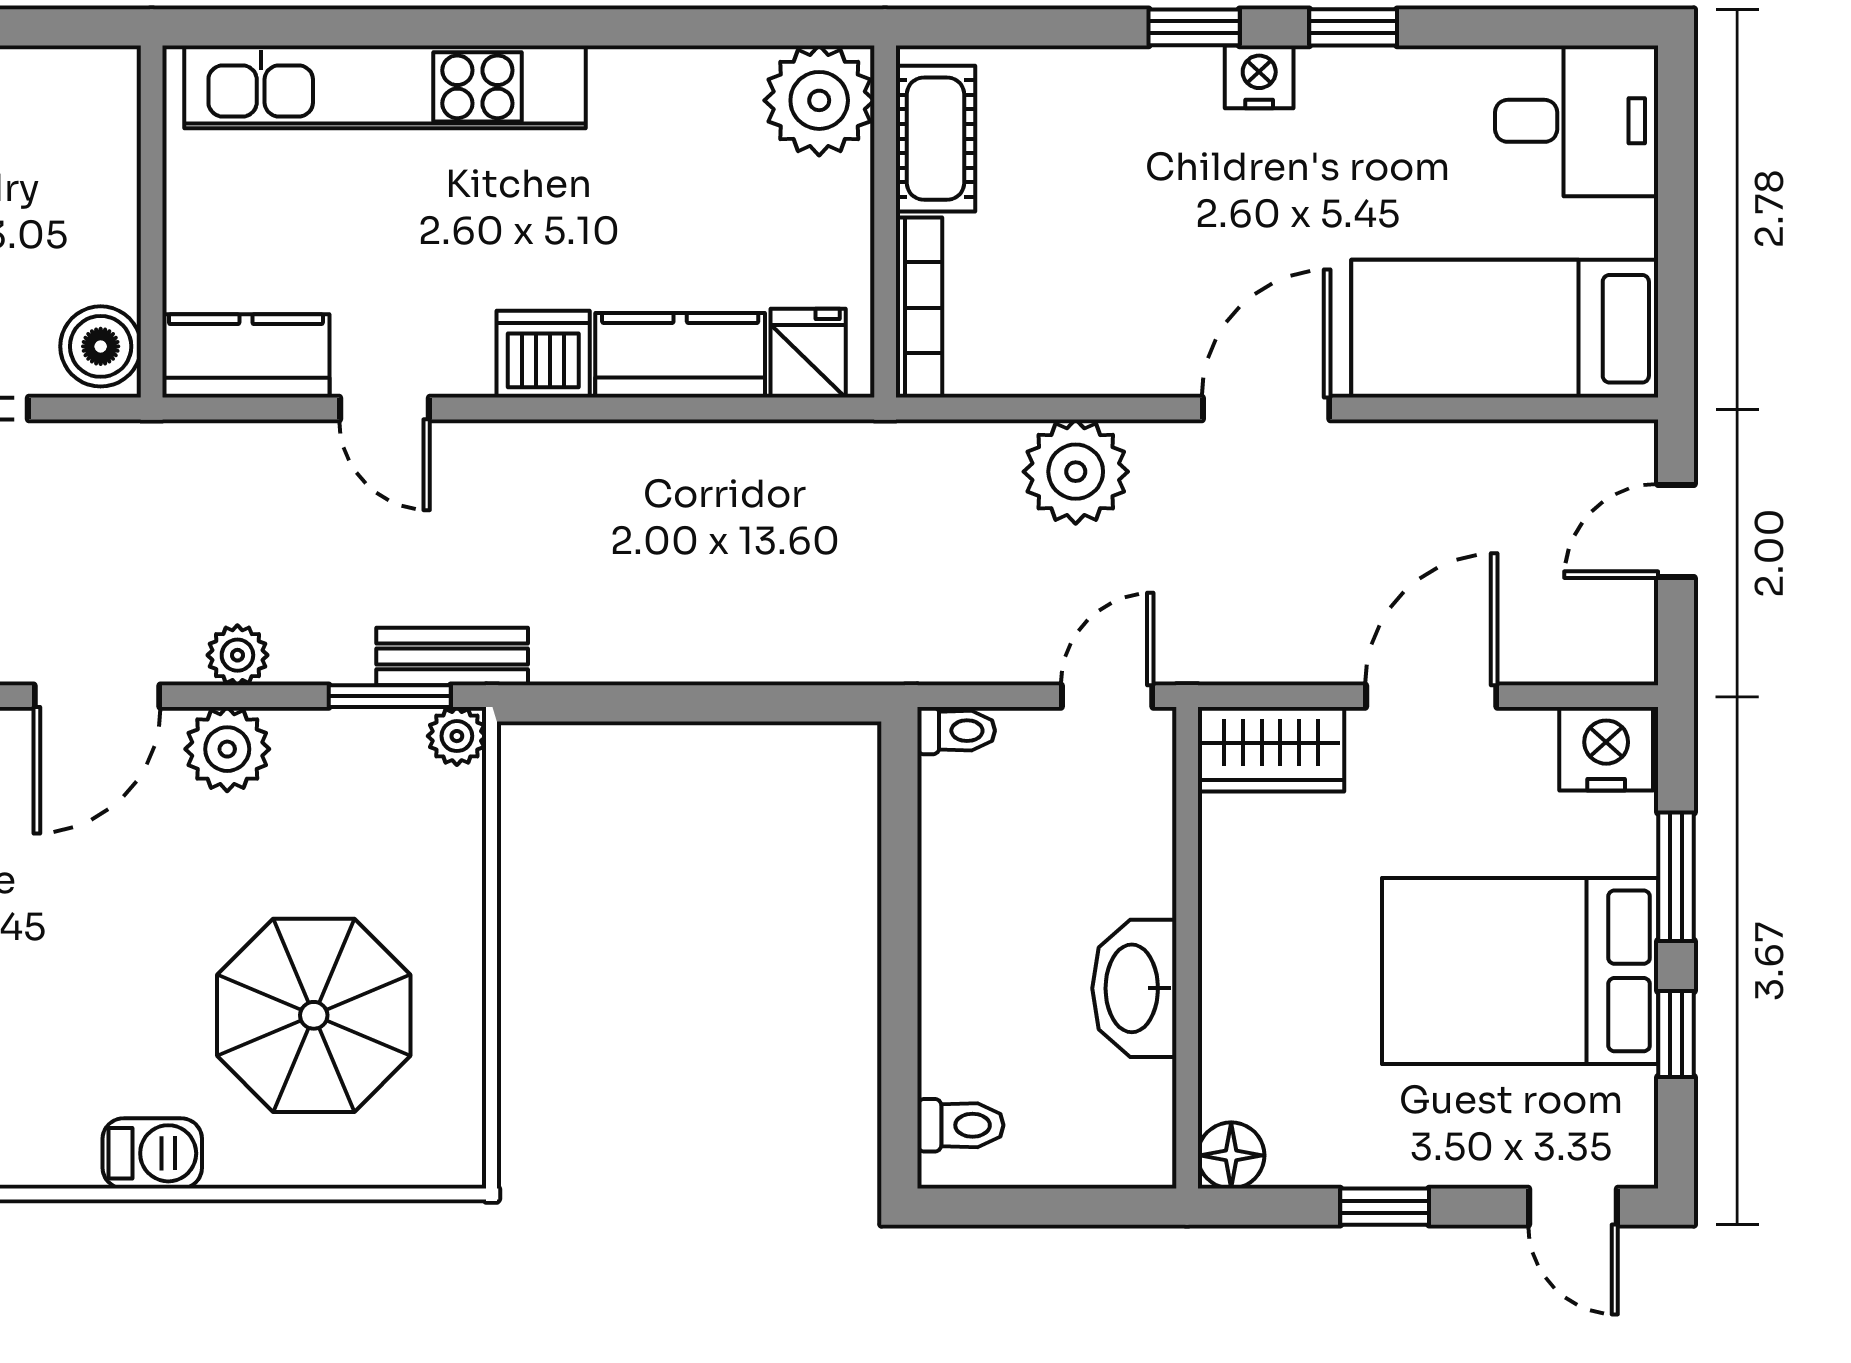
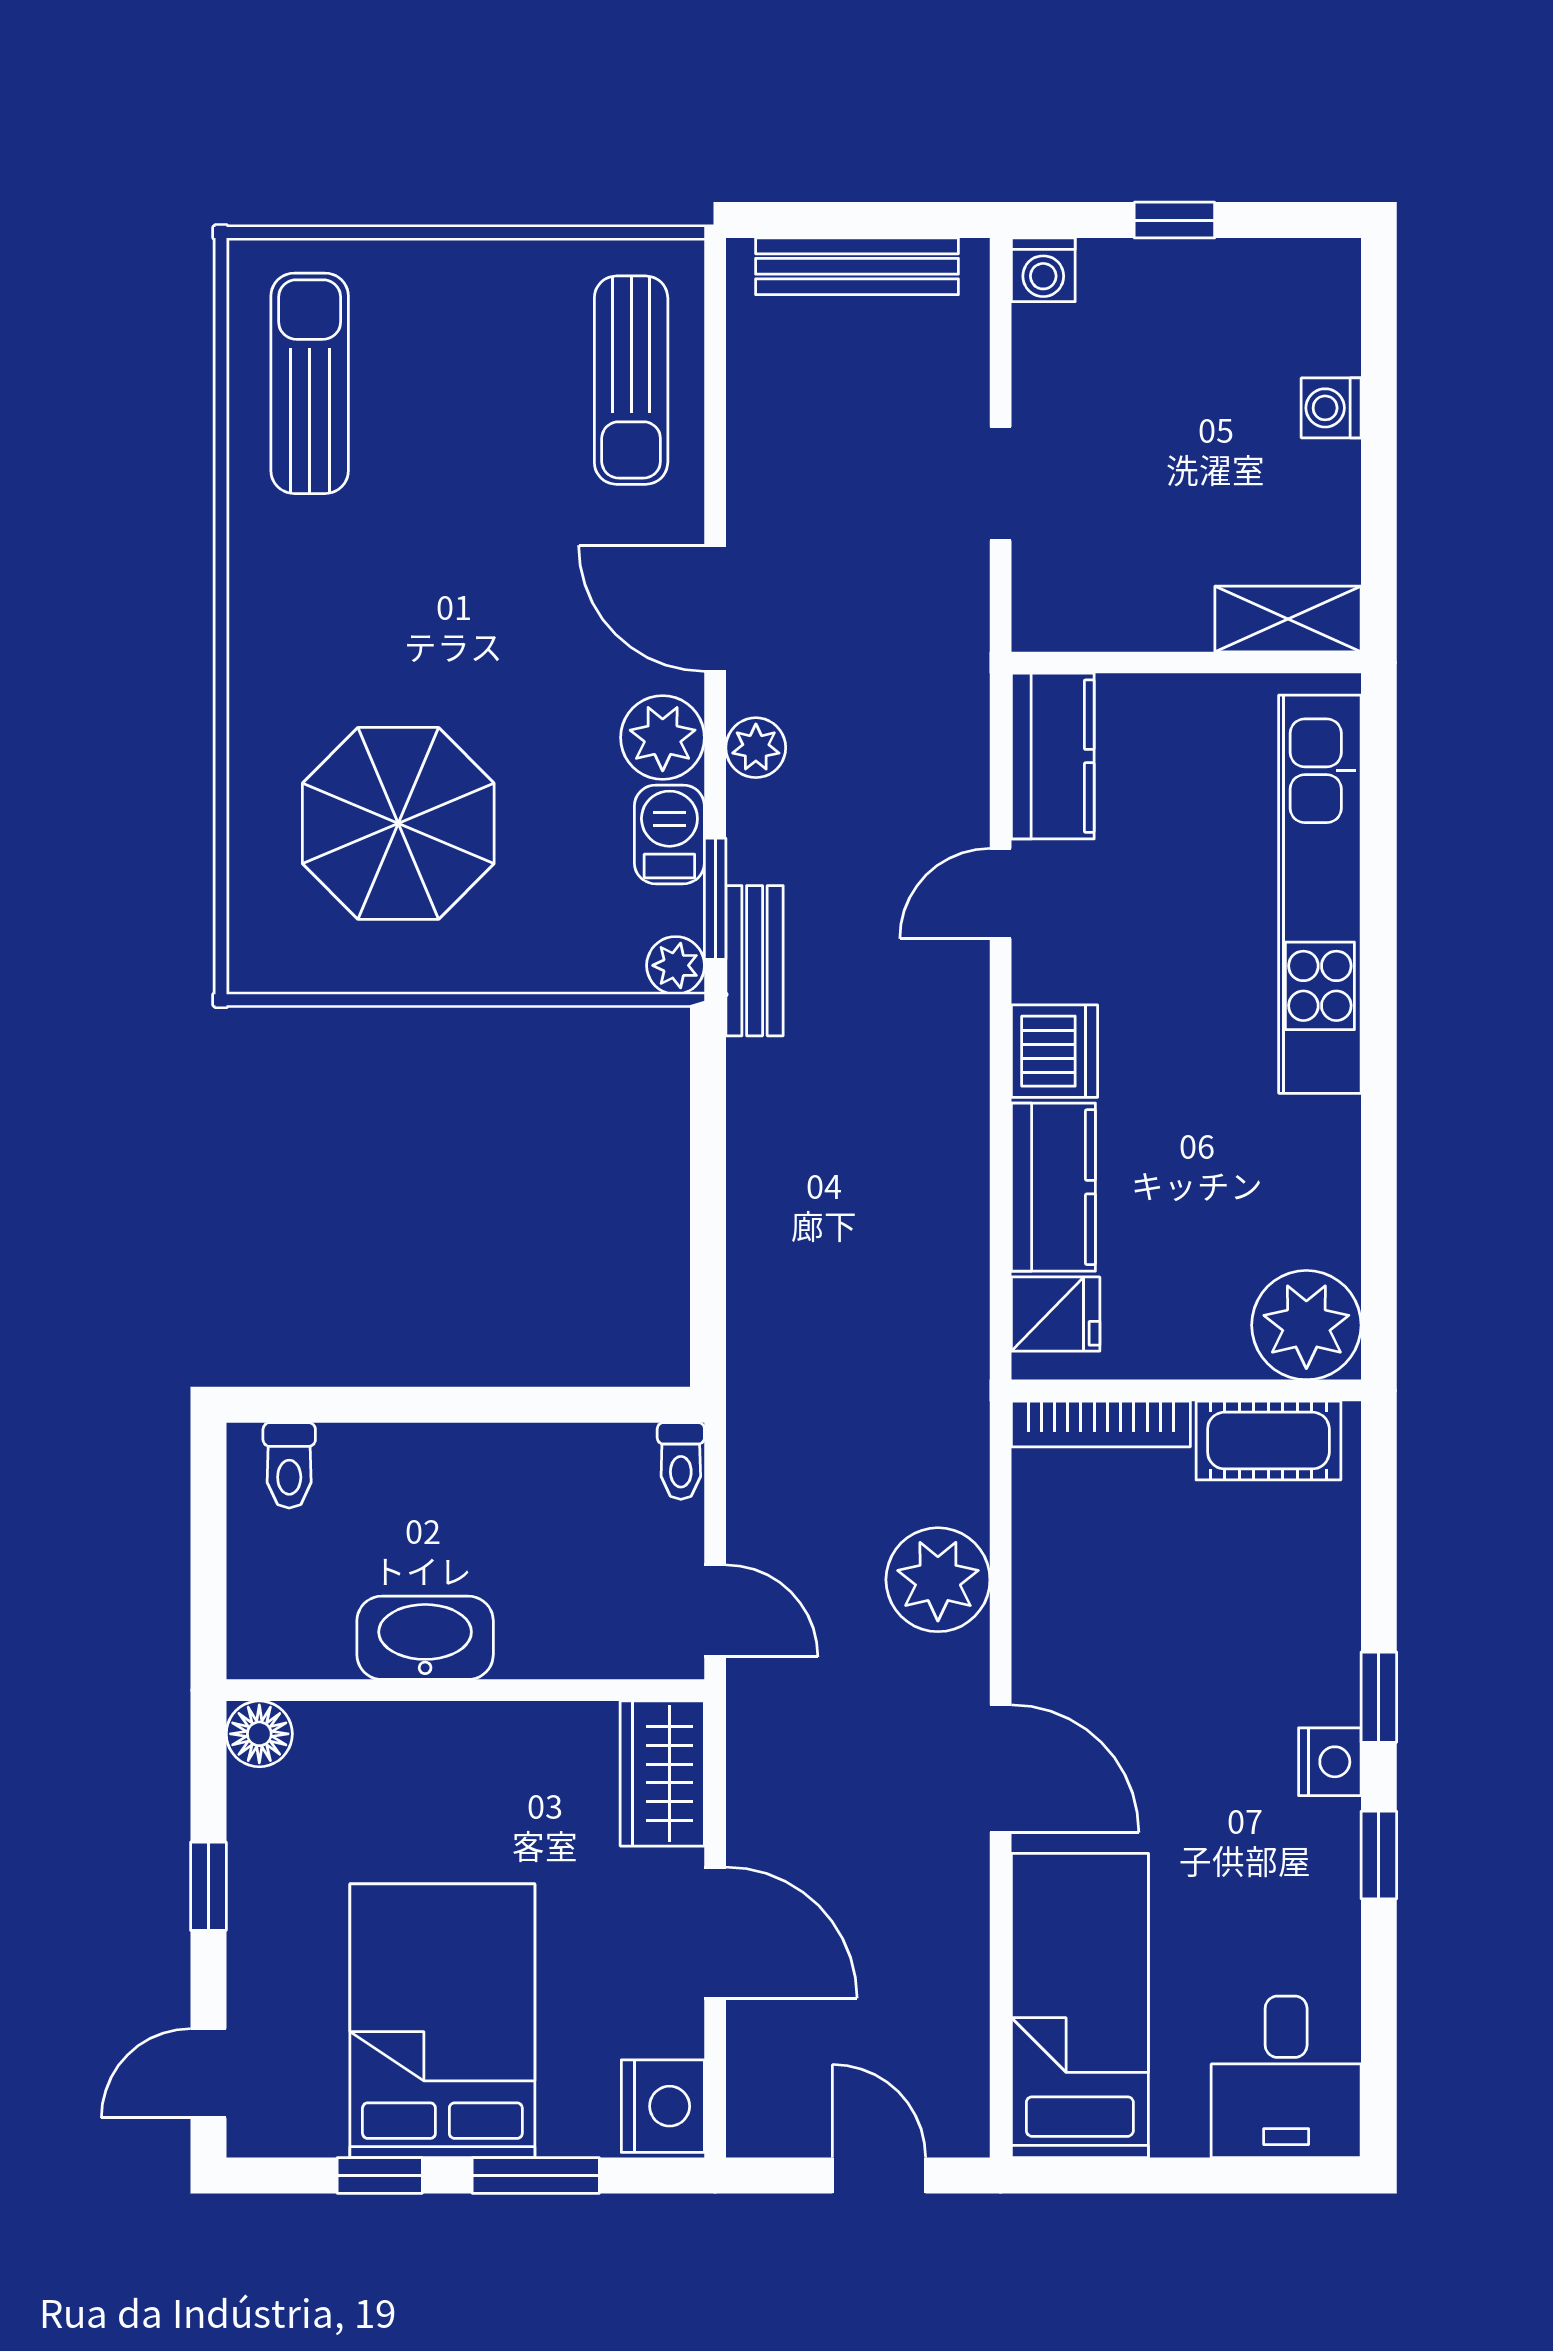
shelving: (108, 119) -> (1288, 619), added
boiler: (101, 346) -> (1062, 612), removed
barbecue: (152, 1153) -> (669, 834), moved, turned 180

